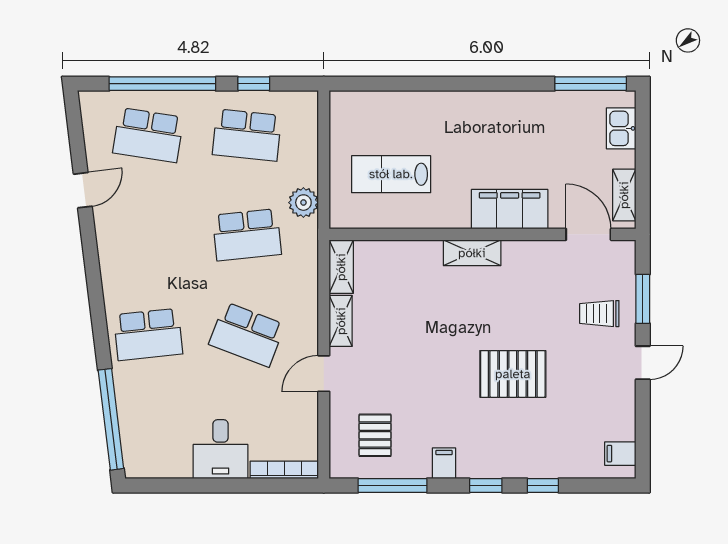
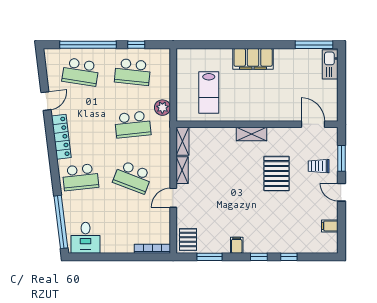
kitchen sink: (621, 128) -> (330, 64), width x1.38
lab bench: (391, 174) -> (209, 93), turned -90
shelving: (624, 195) -> (332, 104), removed
filing cabinet: (510, 209) -> (253, 59), moved, turned 180
locker: (112, 258) -> (61, 137), added
door: (643, 363) -> (342, 192), swing flipped
pallet: (513, 374) -> (277, 174), moved, turned 90
pallet: (375, 435) -> (188, 240), moved
desk: (221, 449) -> (86, 238), moved
filing cabinet: (620, 454) -> (330, 226), moved
window: (392, 485) -> (209, 257), width x0.69

